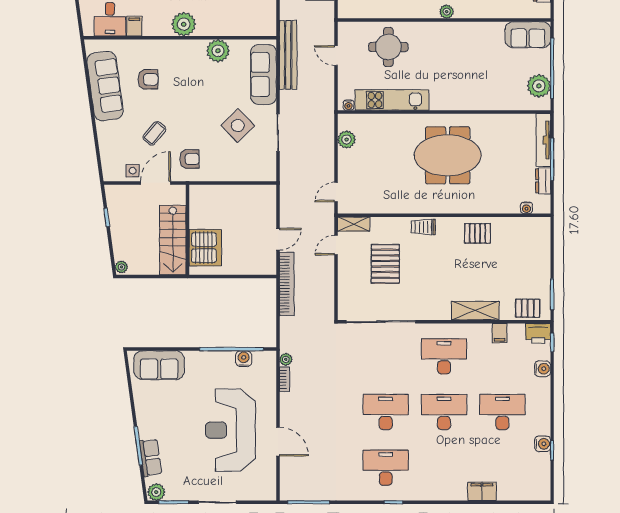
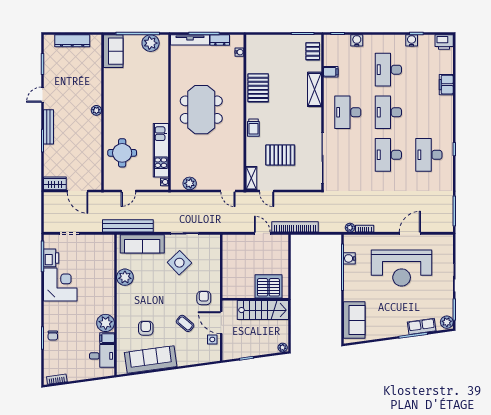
plant: (184, 24) -> (106, 323), moved
pallet: (478, 233) -> (258, 88), width x1.50, depth x1.42
printer: (538, 333) -> (444, 42), moved, turned 90

